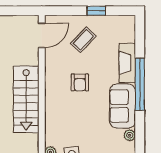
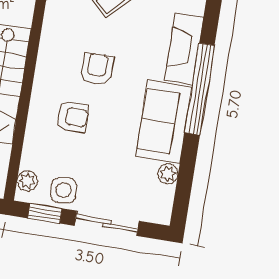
armchair: (80, 82) -> (97, 69), turned 180
armchair: (70, 112) -> (73, 117), added

